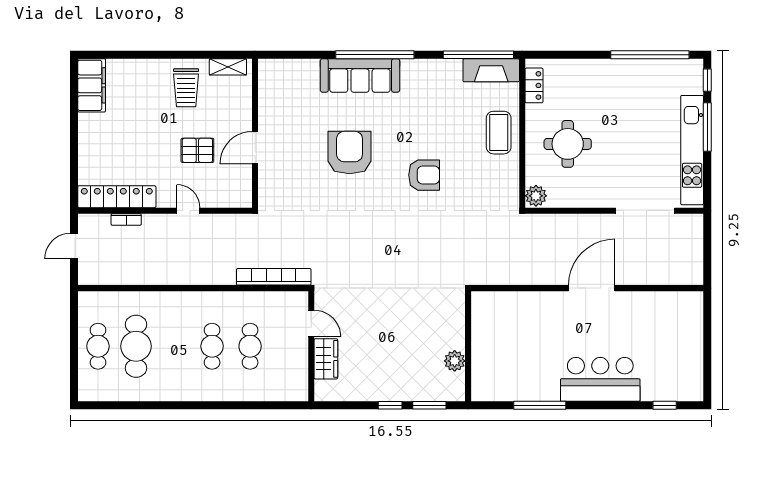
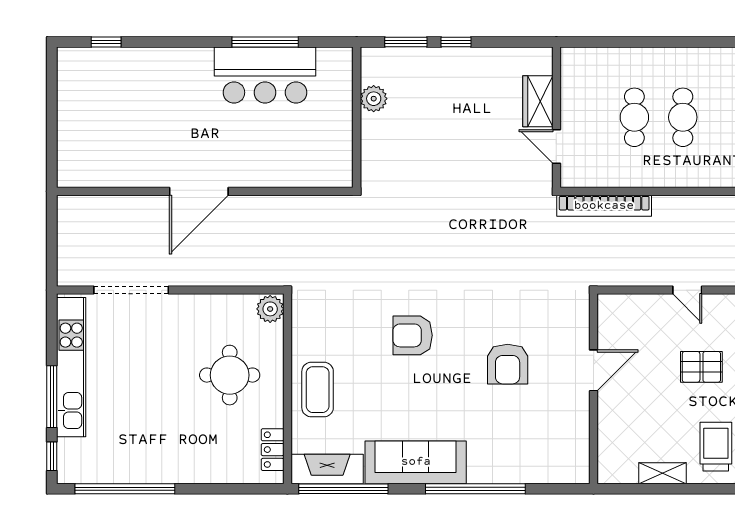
sofa: (360, 75) -> (416, 462), moved
wall: (255, 133) -> (594, 389), moved
door: (255, 148) -> (594, 370), moved
armchair: (350, 153) -> (508, 364), width x0.73, depth x0.73
door: (188, 211) -> (687, 290), moved
bar counter: (600, 379) -> (265, 75), moved

